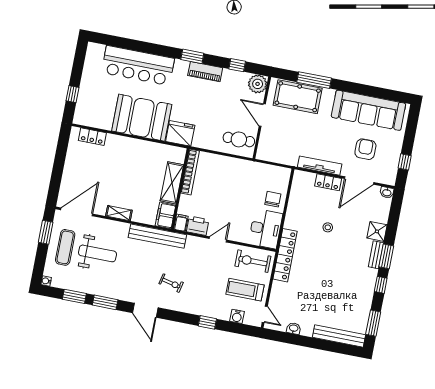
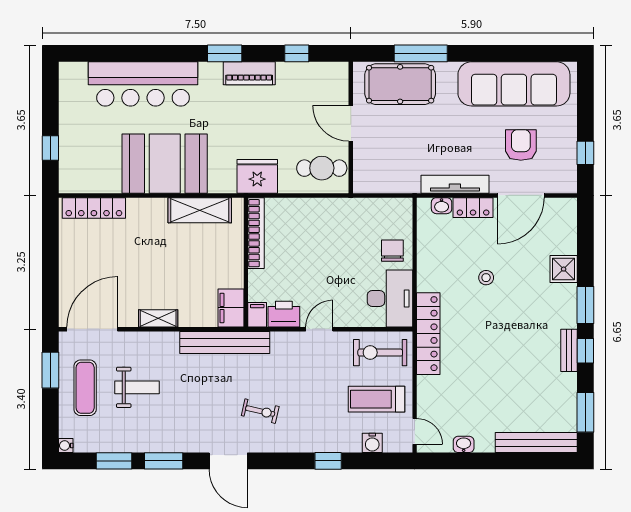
plant: (258, 84) -> (334, 76), removed
fridge: (180, 133) -> (257, 176), moved
locker: (92, 137) -> (94, 208), width x1.53
shelving: (172, 183) -> (200, 210), moved, turned 90
washbasin: (387, 192) -> (442, 206), moved
weight bench: (98, 253) -> (137, 387), width x0.73, depth x0.75
bench: (376, 255) -> (569, 350), moved

